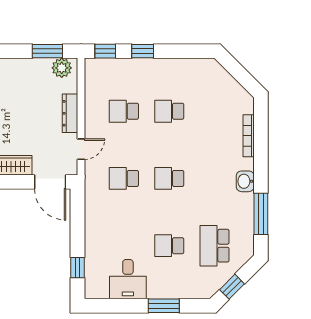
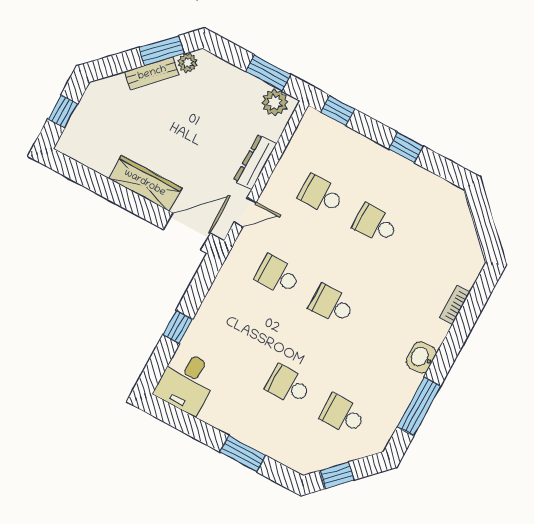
window: (143, 51) -> (406, 147), moved
bookcase: (249, 136) -> (455, 305), width x0.64
door: (50, 182) -> (187, 231), swing flipped
school desk: (214, 246) -> (343, 415), width x0.54
window: (78, 268) -> (178, 327), moved
desk: (128, 279) -> (187, 382), moved

